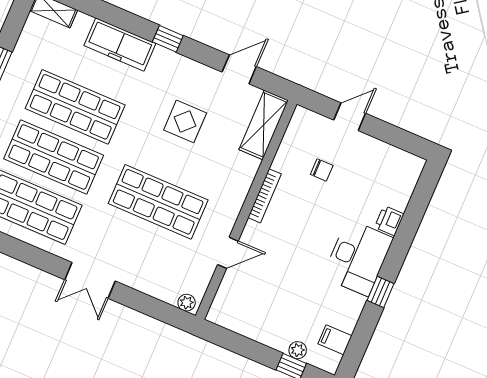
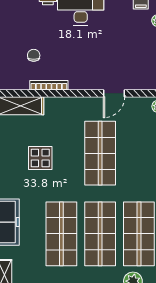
bookcase: (265, 196) -> (49, 85), moved
door: (228, 253) -> (114, 93), swing flipped

